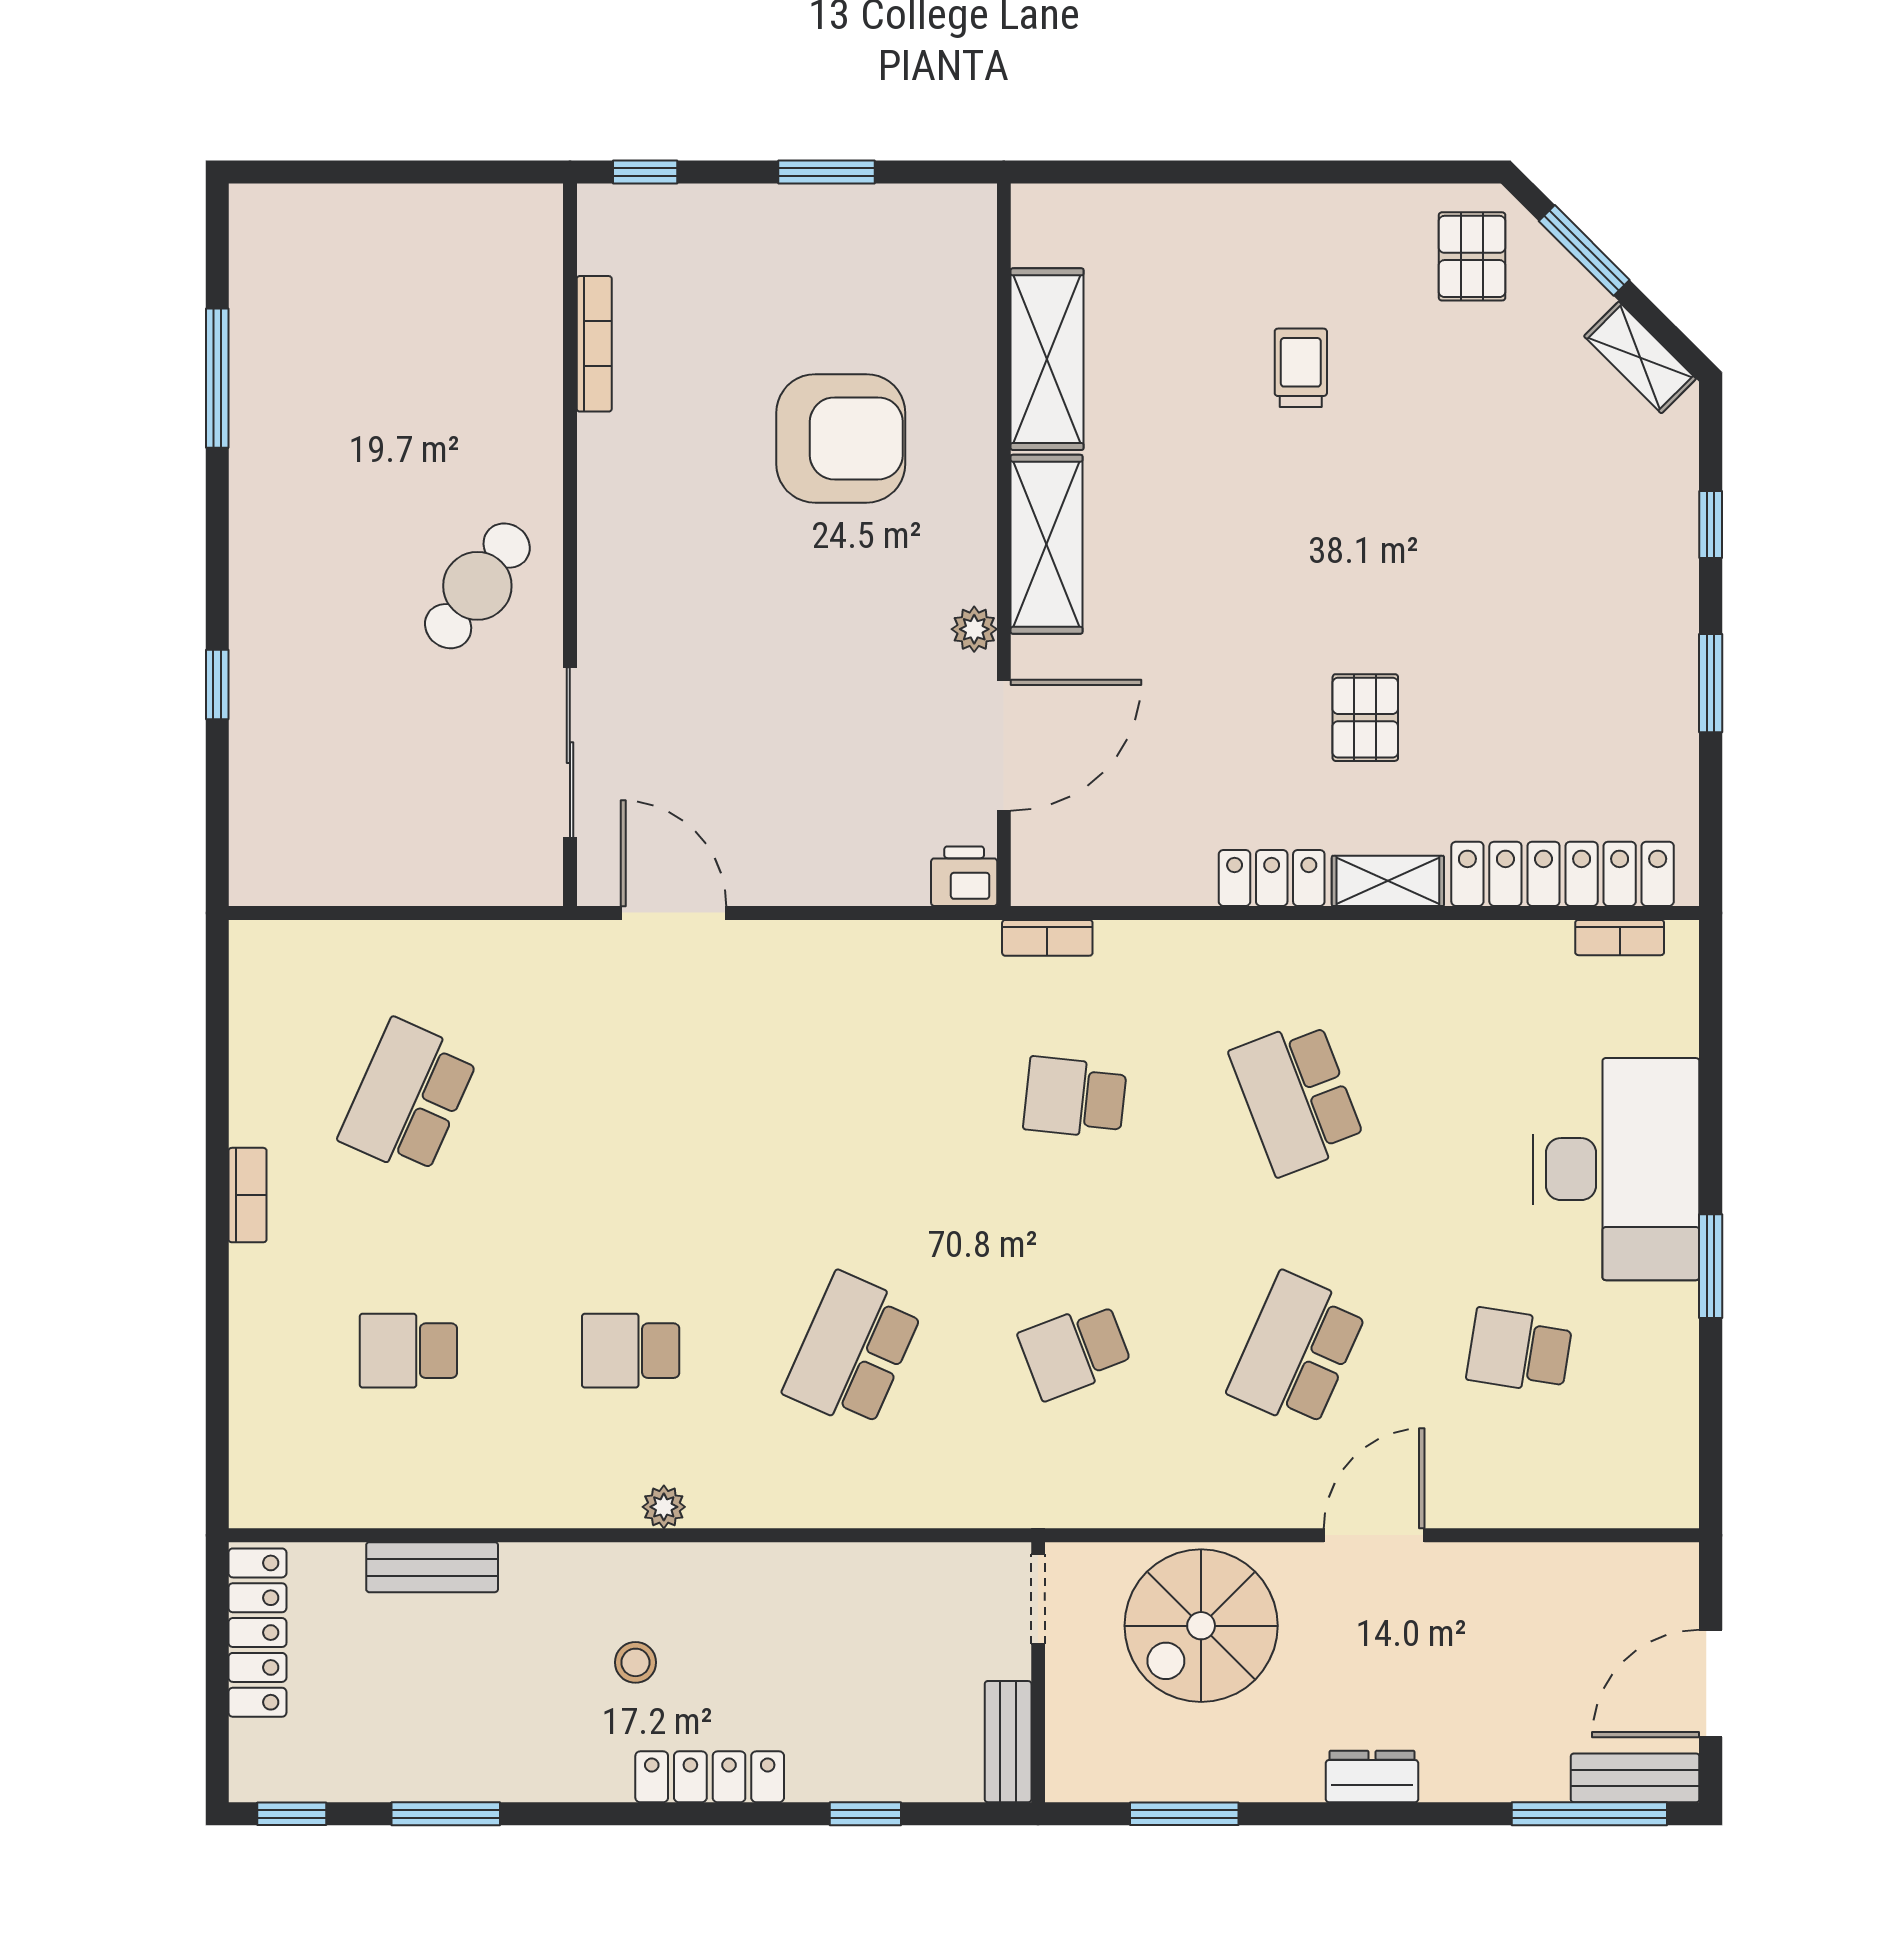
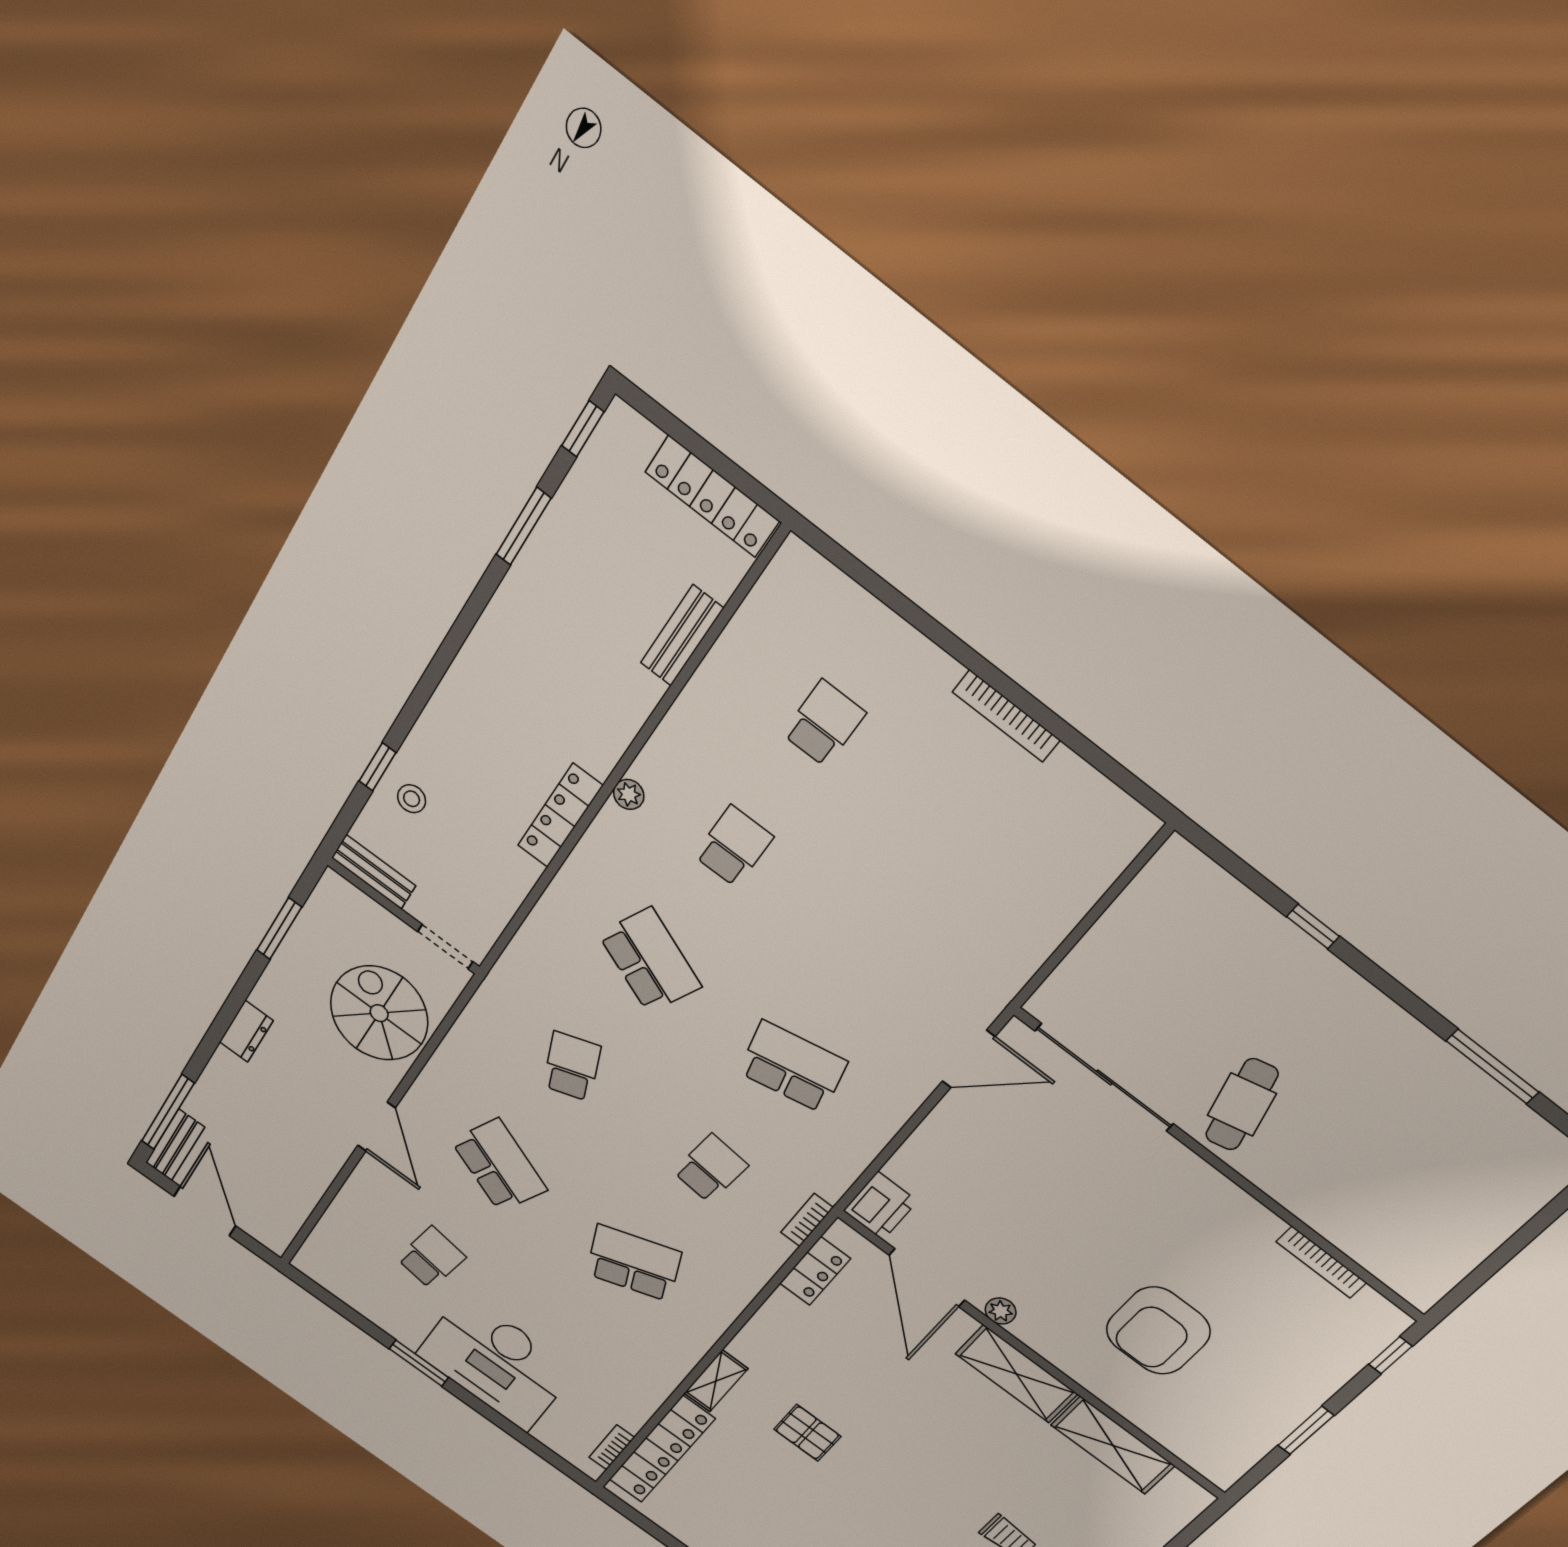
cafe table: (477, 586) -> (1242, 1105), turned 40
sliding door: (570, 753) -> (1104, 1077), width x1.36
printer: (964, 876) -> (880, 1206), width x1.36, depth x1.24
locker: (1272, 878) -> (815, 1271), moved
school desk: (408, 1098) -> (793, 1067), moved, turned -36
bookcase: (248, 1195) -> (1006, 716), width x1.56
stool: (635, 1662) -> (412, 799), moved
locker: (710, 1777) -> (560, 816), moved, turned 180

